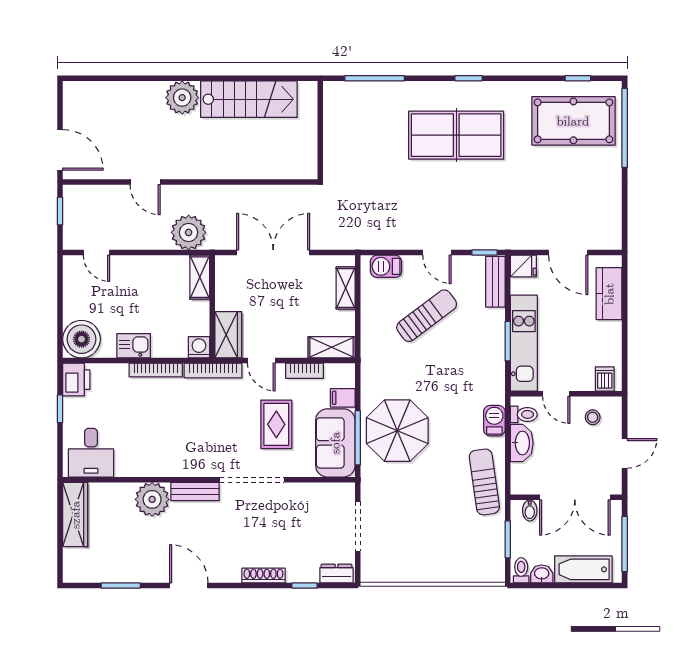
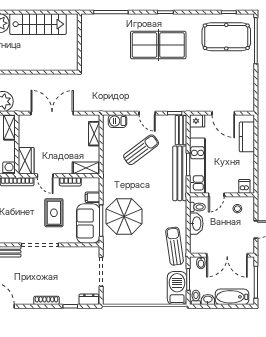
bench: (493, 356) -> (180, 173), added
door: (556, 394) -> (216, 195), hinge flipped
barbecue: (494, 421) -> (177, 288), moved, width x1.88, depth x1.53

